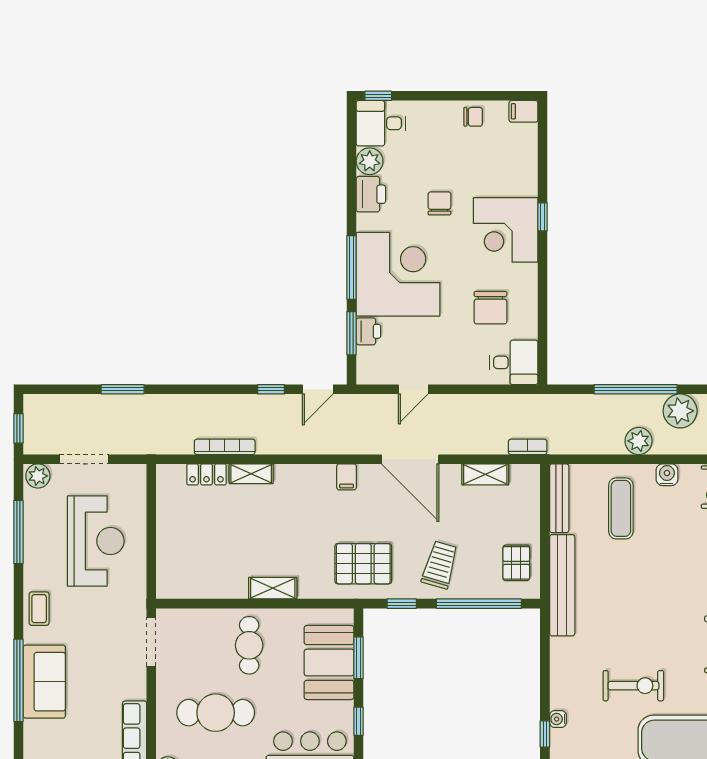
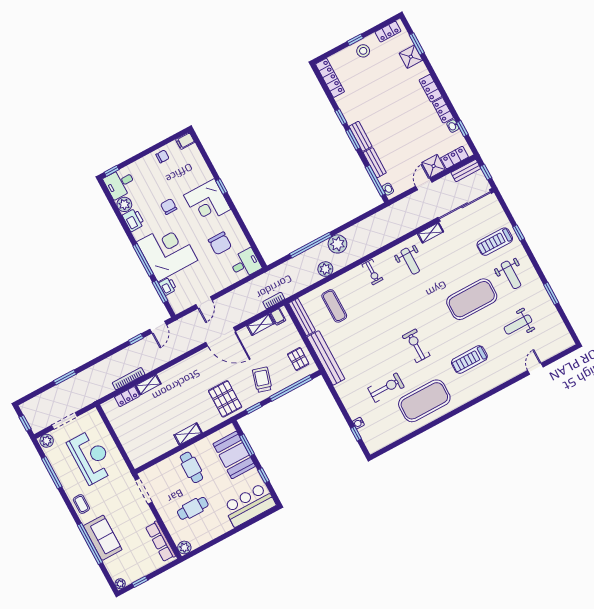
water cooler: (667, 475) -> (348, 278), removed
filing cabinet: (347, 477) -> (278, 317), moved
pallet: (363, 564) -> (225, 399), turned 90
cafe table: (216, 713) -> (193, 508), width x0.73, depth x0.74

